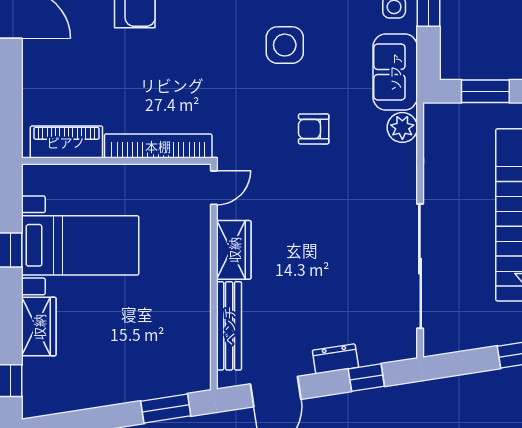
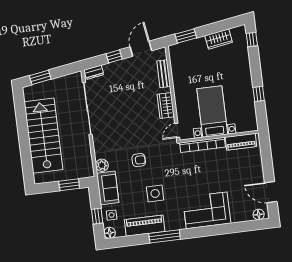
bed with nightstands: (80, 245) -> (212, 111), moved, turned 90
bench: (229, 326) -> (164, 74), width x0.73
wardrobe: (39, 327) -> (219, 39), moved, turned -99
dresser: (335, 359) -> (94, 72), moved
window: (366, 378) -> (114, 56), moved

